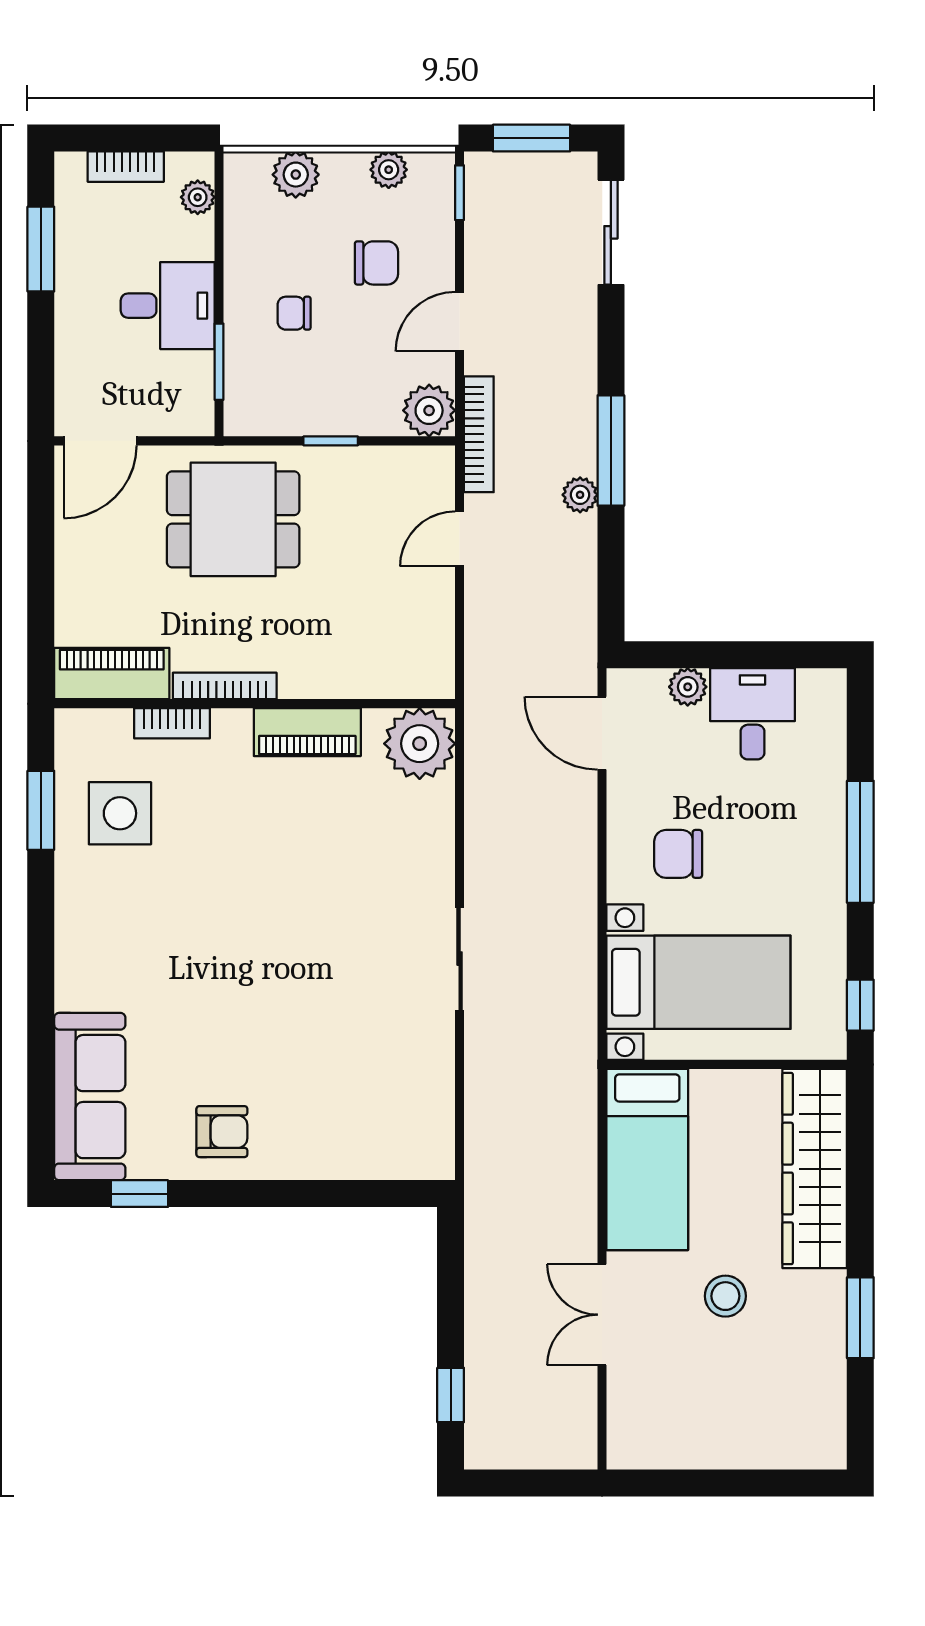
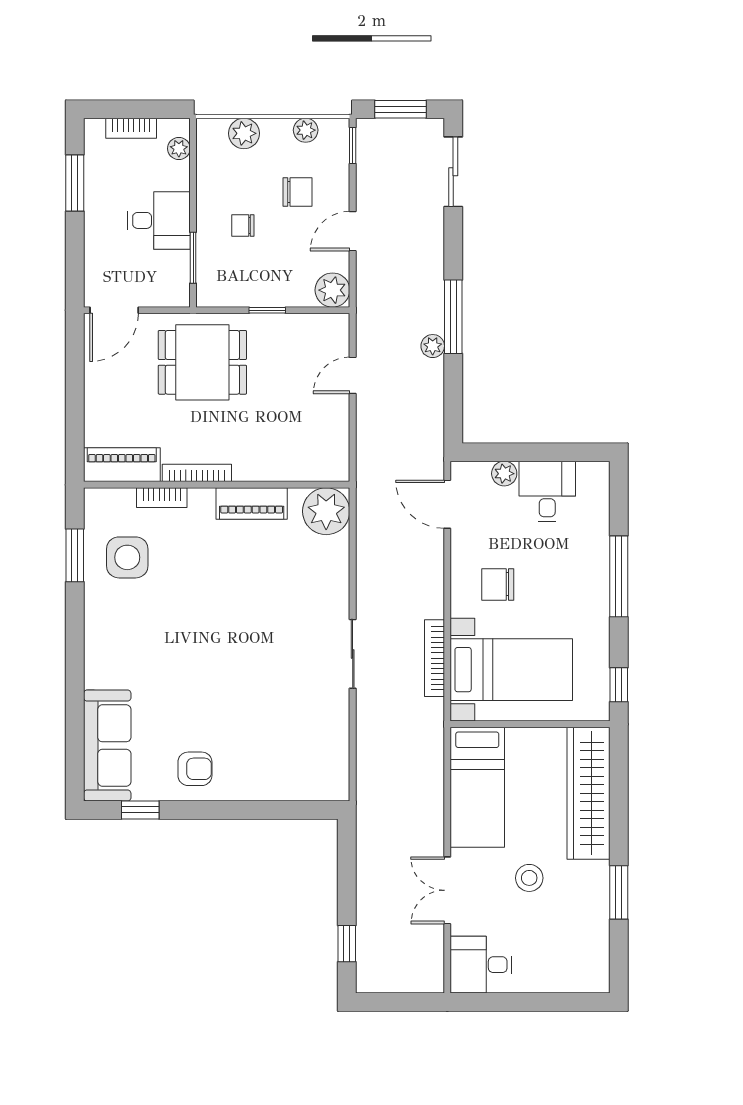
bookcase: (479, 434) -> (434, 658), moved, turned 180
desk: (653, 1427) -> (481, 965), added

